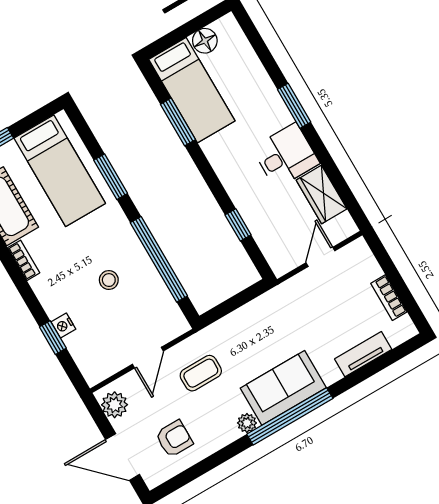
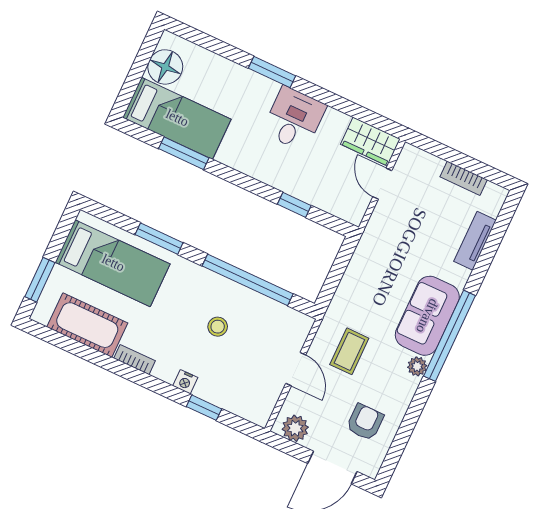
floor lamp: (205, 41) -> (165, 67), width x1.38, depth x1.38
wardrobe: (322, 194) -> (370, 142), moved
nightstand: (63, 326) -> (185, 382), moved

